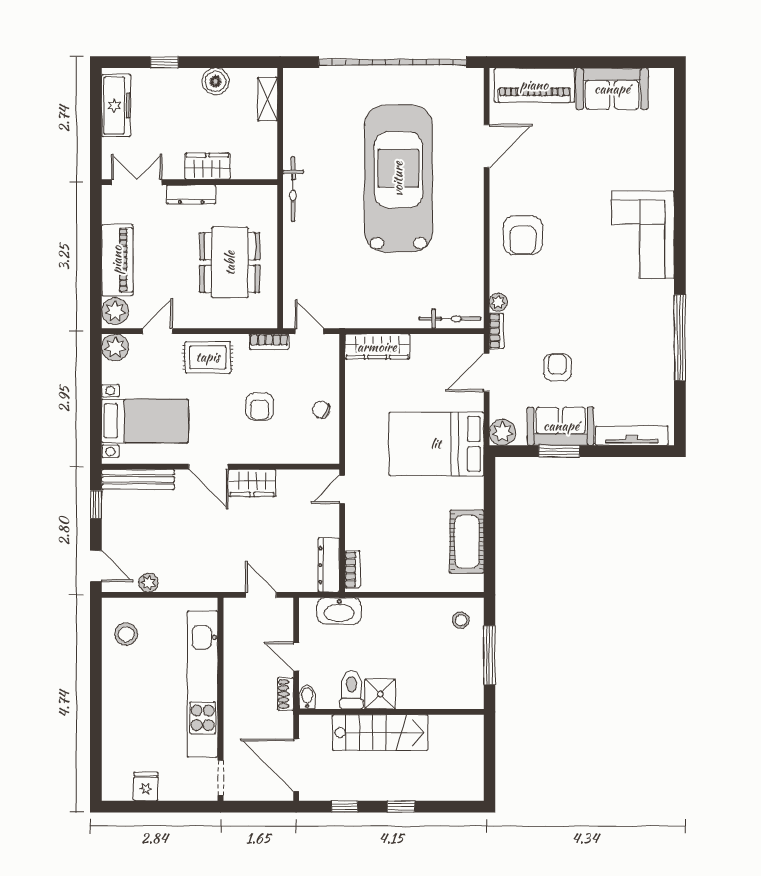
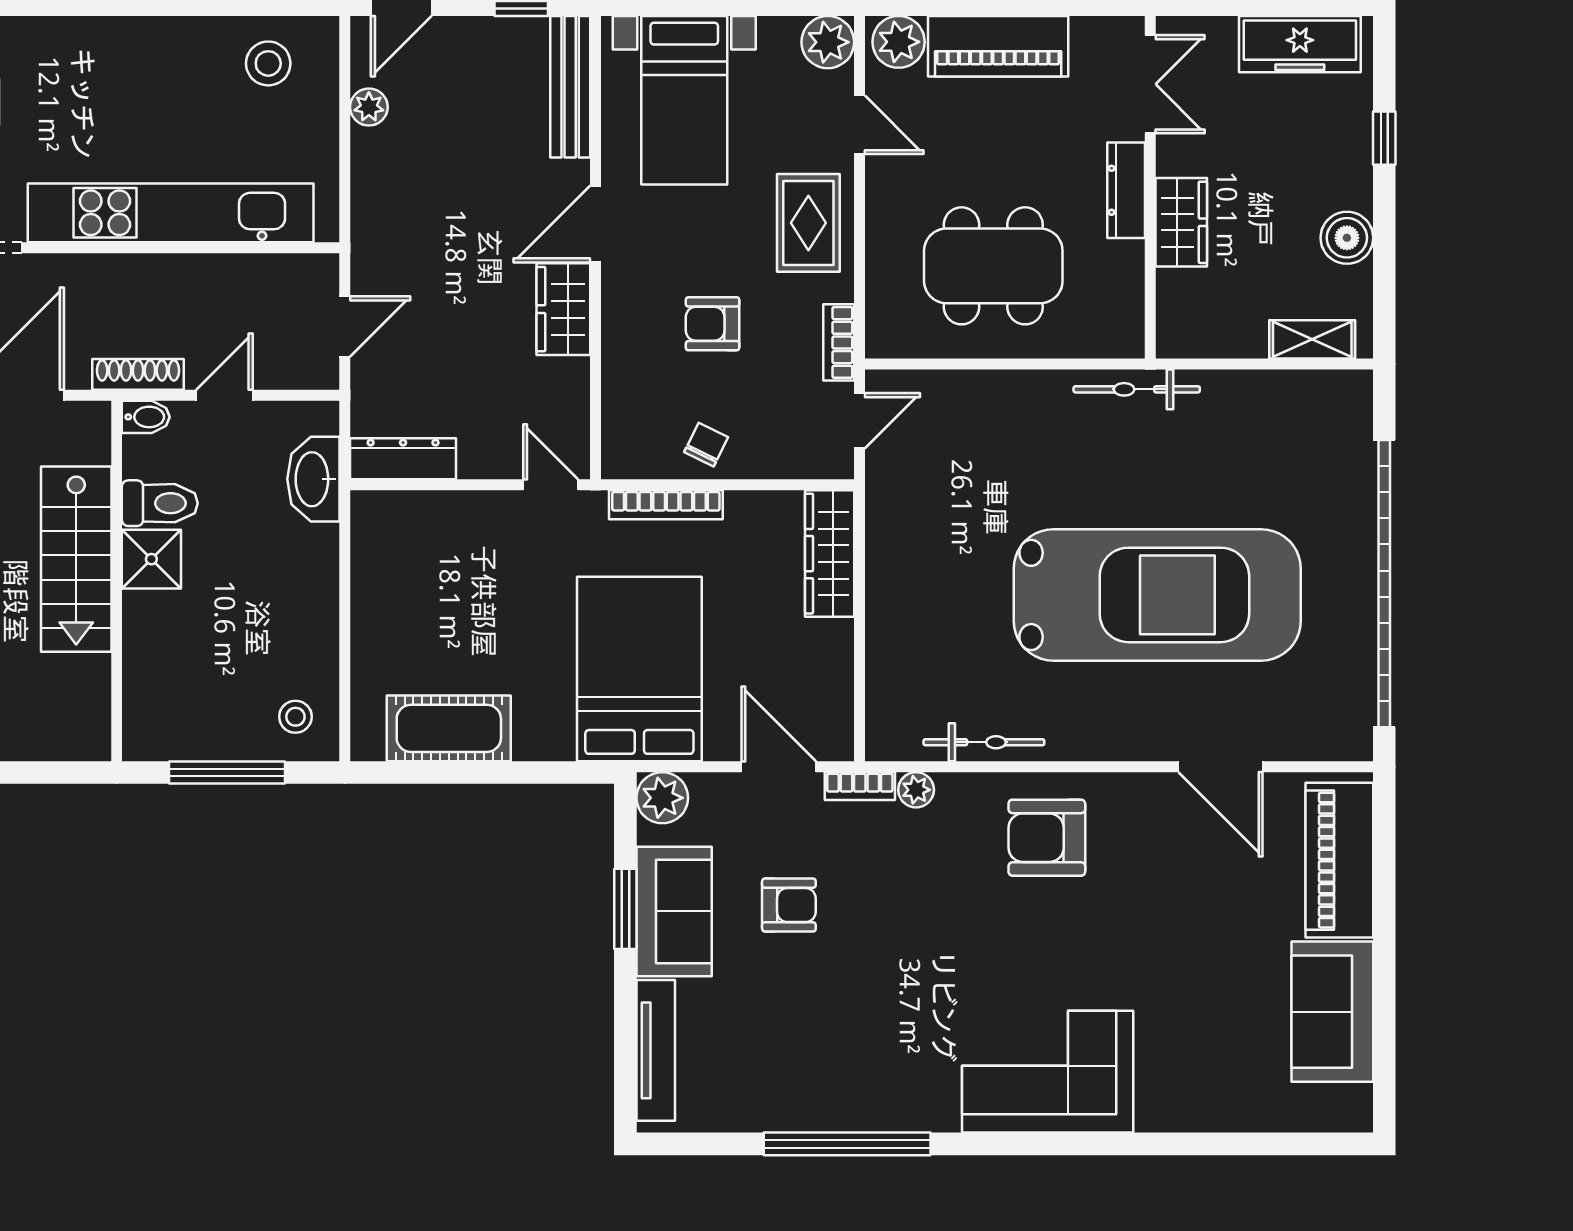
bicycle: (450, 319) -> (984, 742), moved, turned -90
bookcase: (352, 569) -> (666, 505), moved, width x1.56
shoe rack: (285, 694) -> (138, 374), width x1.43

